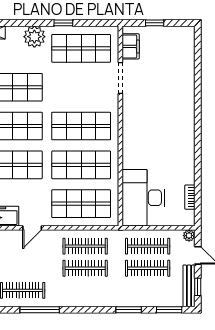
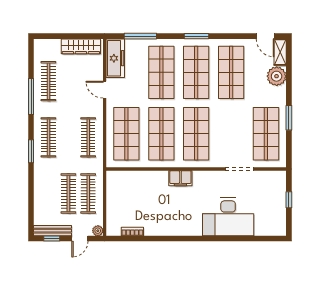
window: (63, 23) -> (289, 118), width x1.50
plant: (34, 37) -> (277, 76), moved
filing cabinet: (131, 46) -> (180, 178), moved
desk: (143, 198) -> (228, 217), moved, turned 180
clothes rail: (85, 268) -> (48, 137), moved
window: (129, 310) -> (31, 151), moved
window: (169, 310) -> (31, 213), removed

